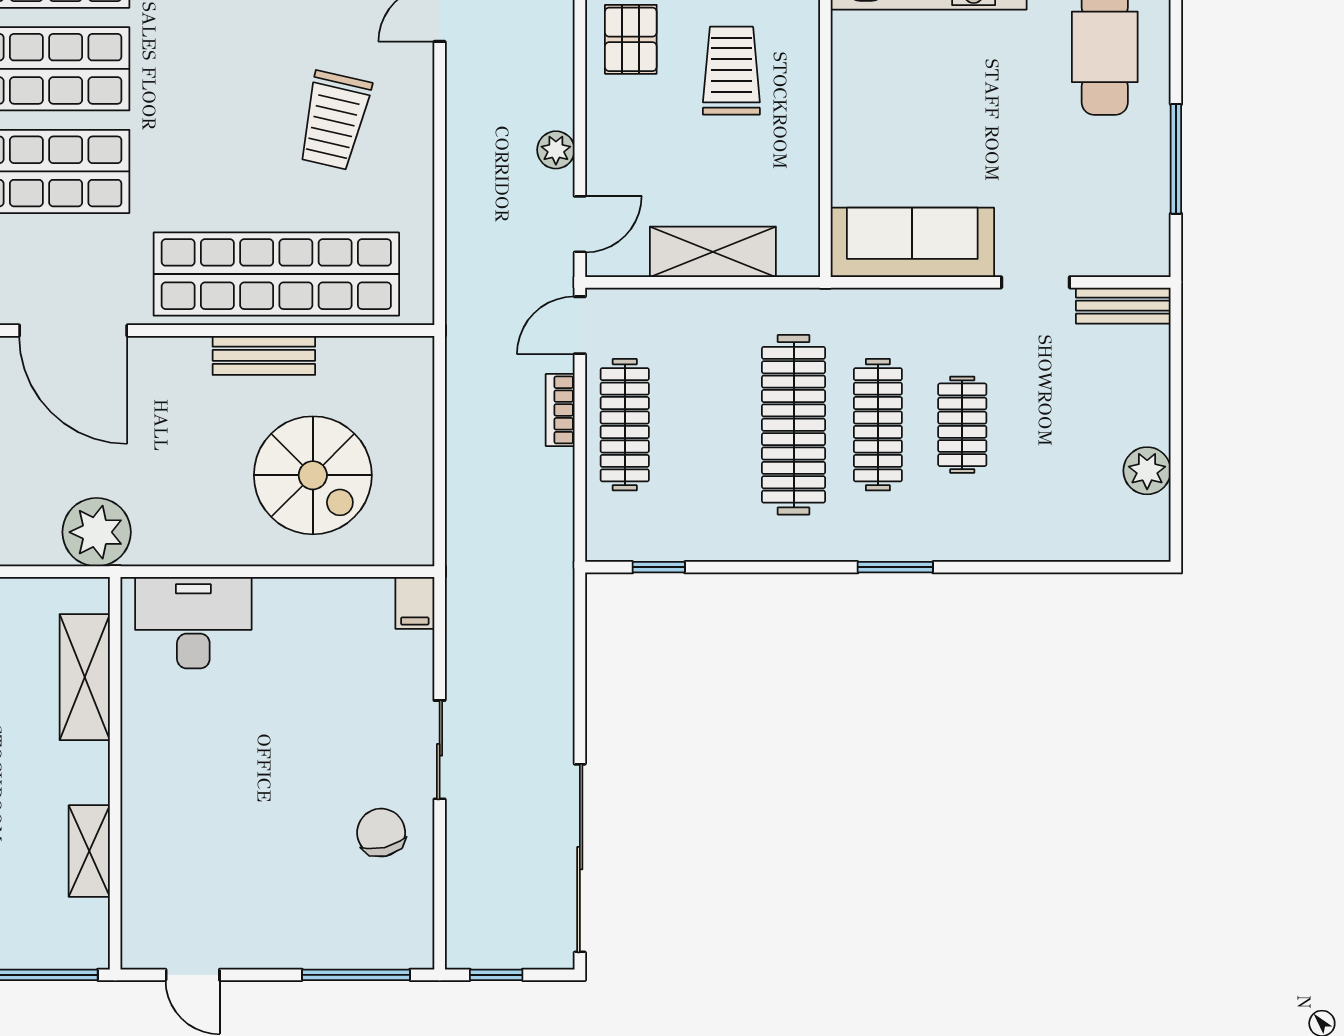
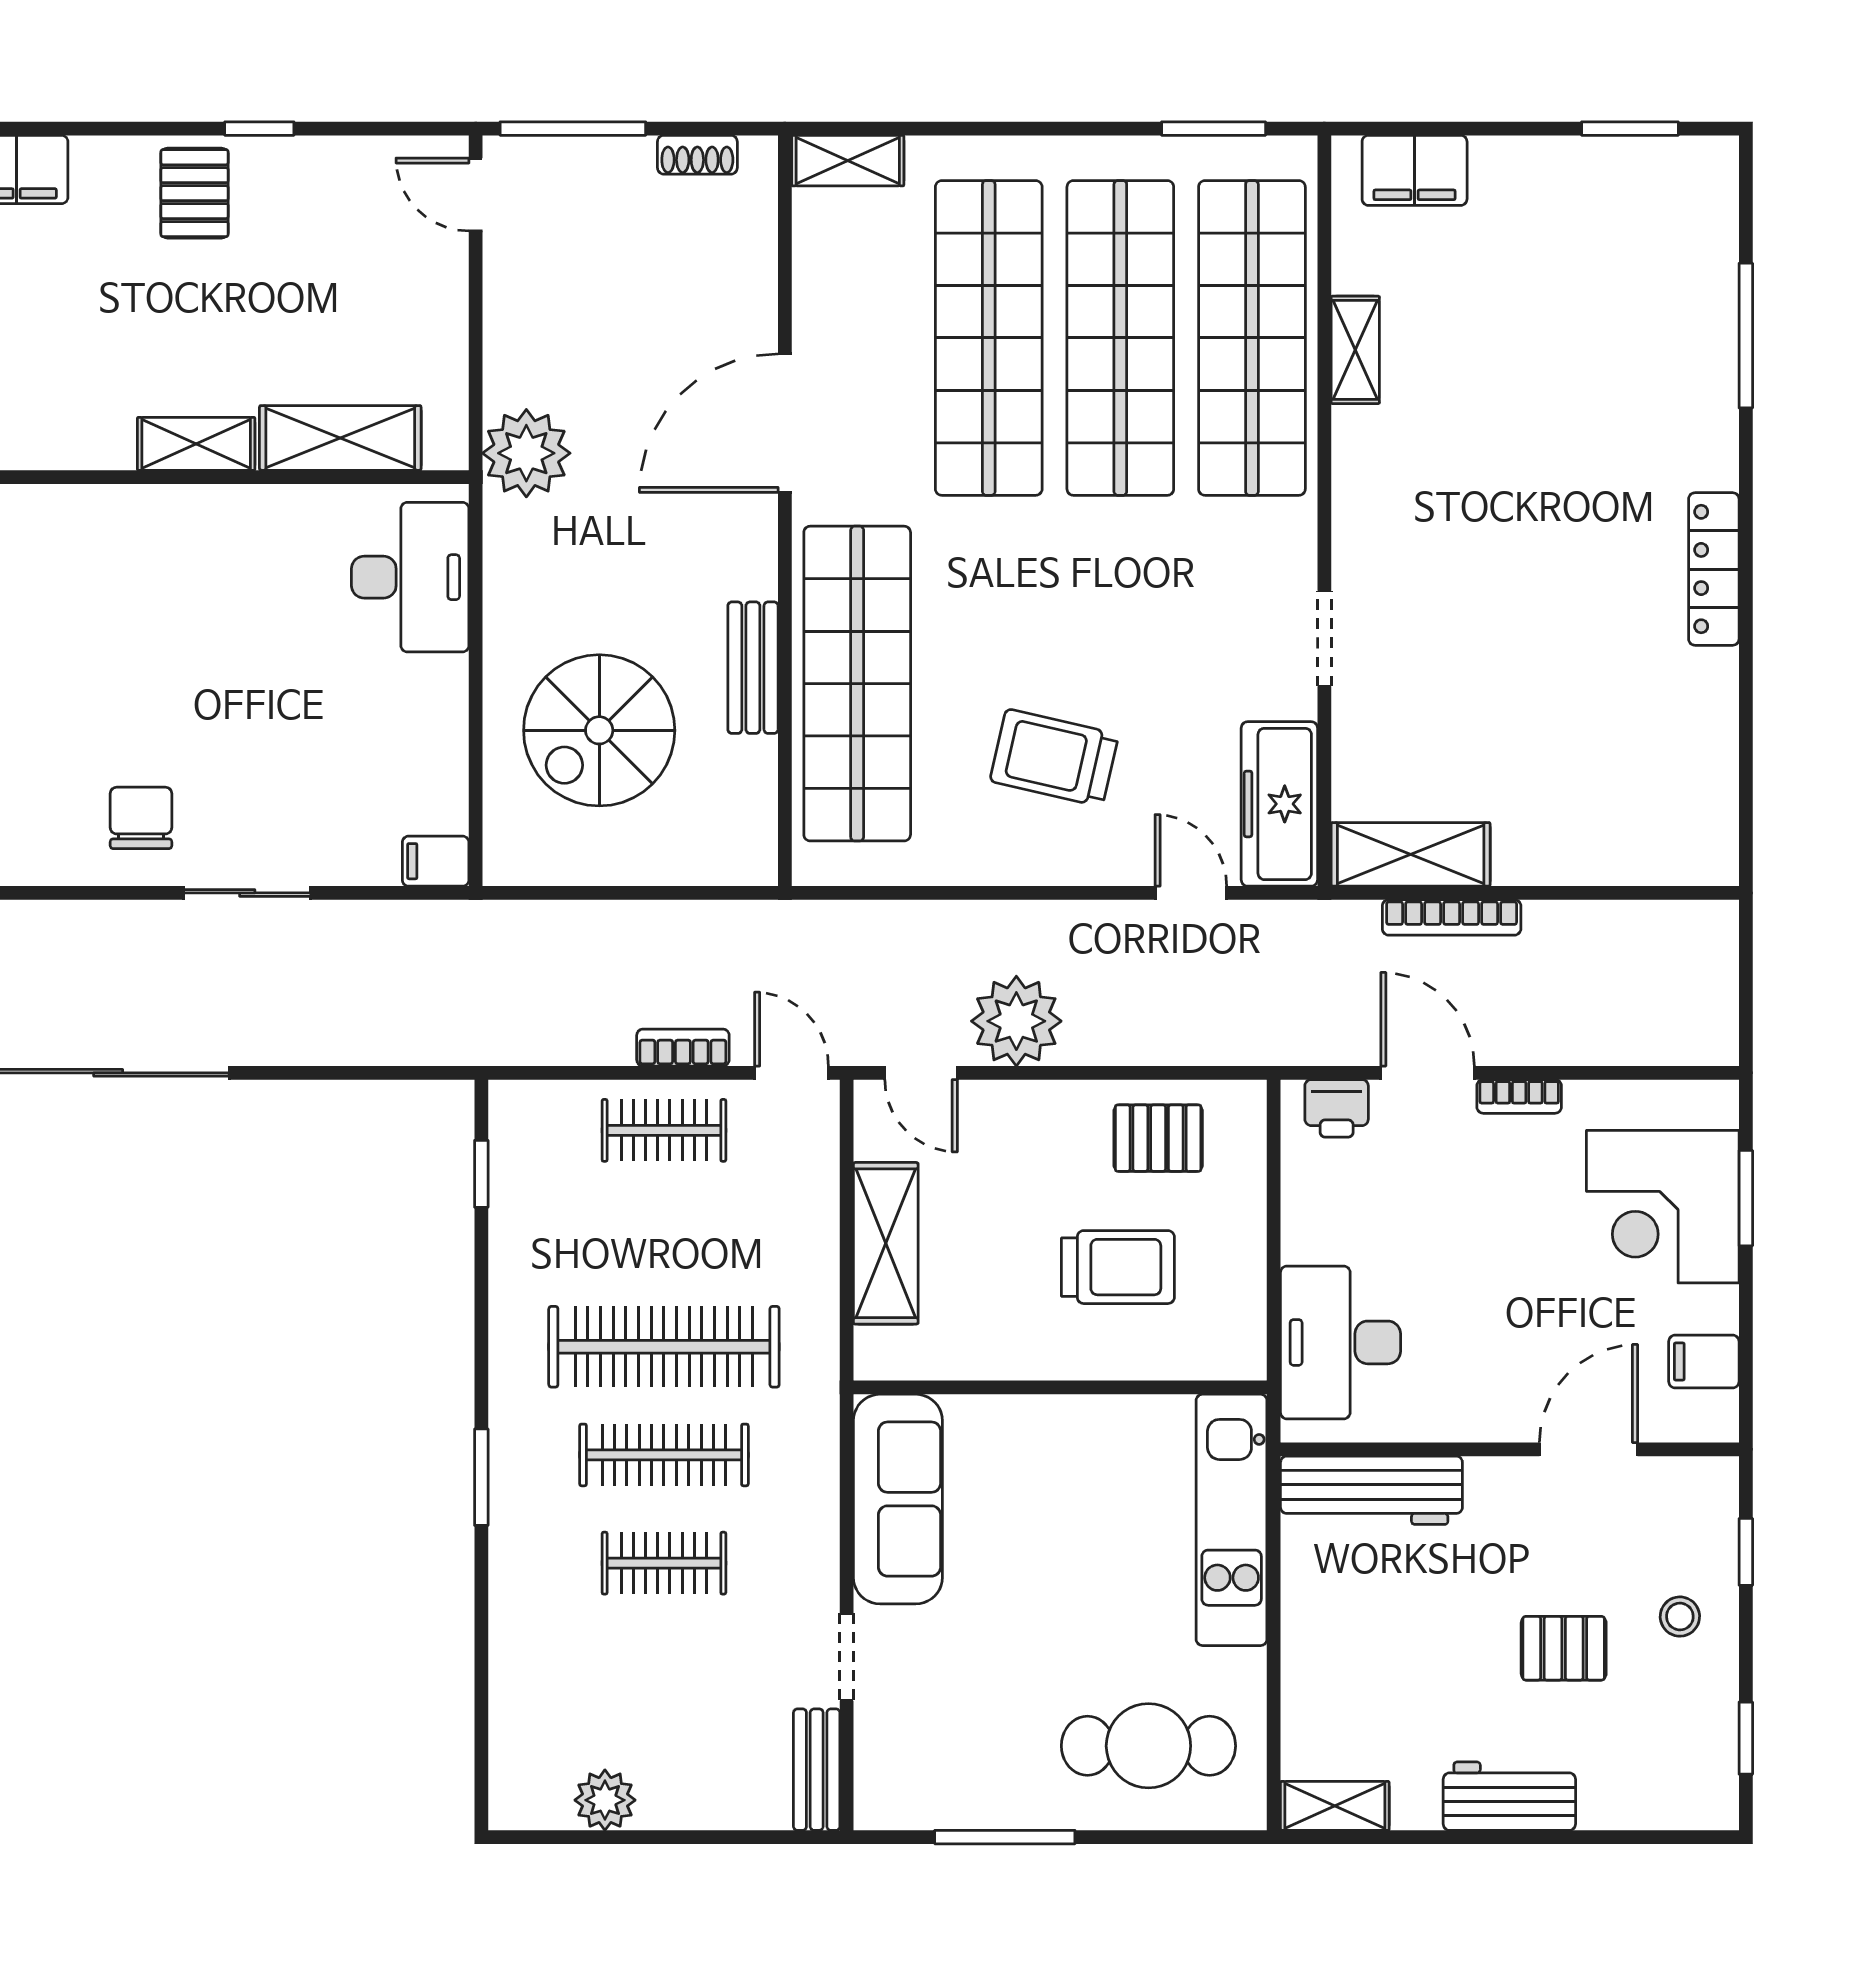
plant: (556, 150) -> (1016, 1021), width x1.88, depth x1.88
clothes rail: (625, 425) -> (664, 1130), width x0.73
chair: (381, 833) -> (141, 818), turned -77
shelving: (89, 851) -> (196, 444), moved

